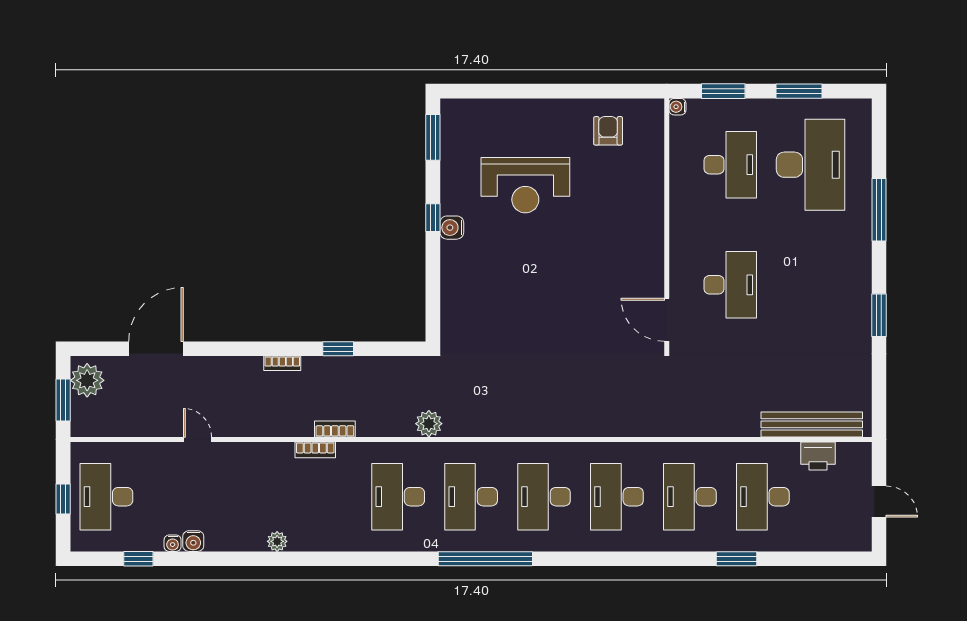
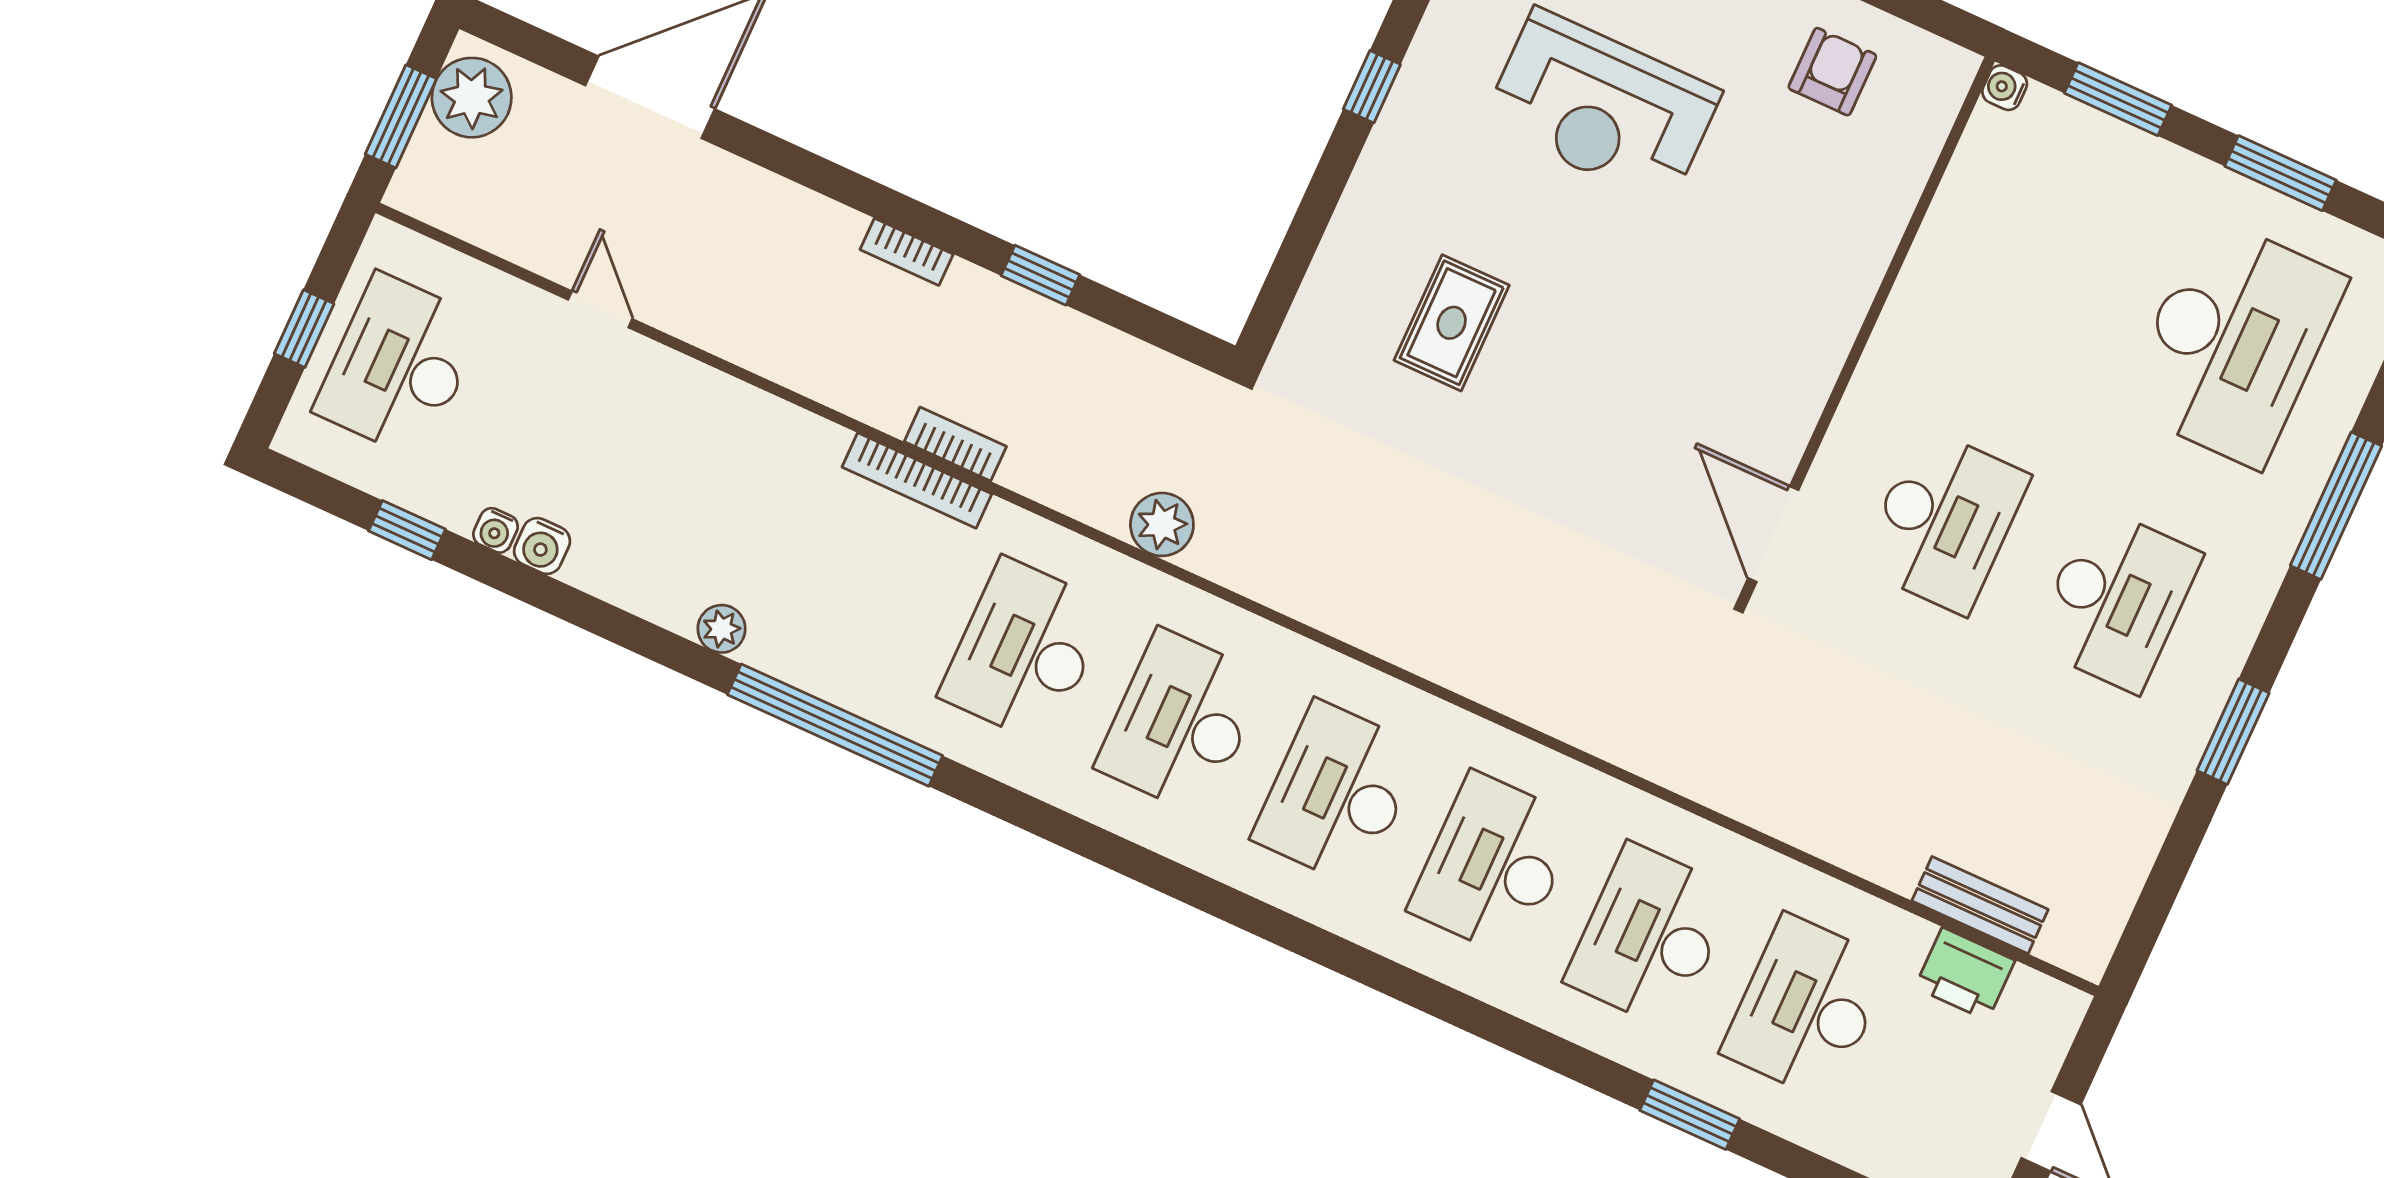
desk: (730, 165) -> (2116, 600), moved
water cooler: (452, 228) -> (1403, 126), removed
rug: (505, 295) -> (1452, 323), added
bench: (812, 424) -> (1980, 905), width x0.54, depth x0.82
door: (198, 439) -> (600, 309), moved
bookcase: (315, 450) -> (917, 481), width x1.56
window: (485, 559) -> (835, 725), moved

